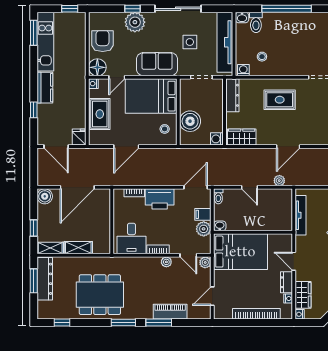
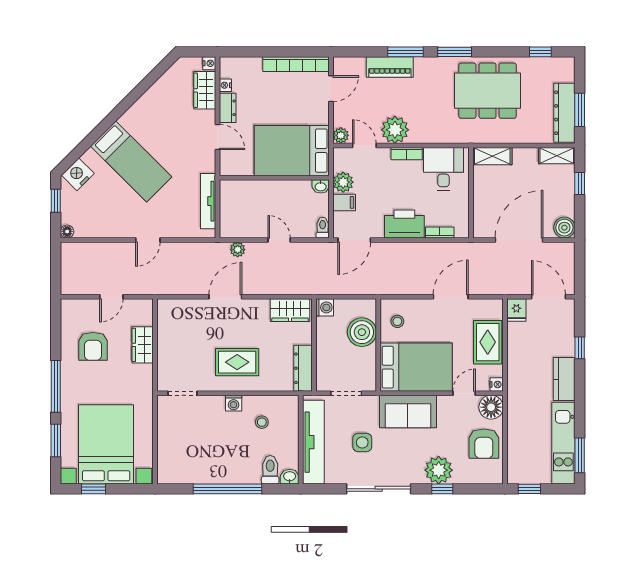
washing machine: (243, 70) -> (234, 403), moved
shelving: (78, 248) -> (492, 156), moved
plant: (166, 262) -> (395, 130), width x1.87, depth x1.87
bookcase: (256, 314) -> (296, 64), moved

